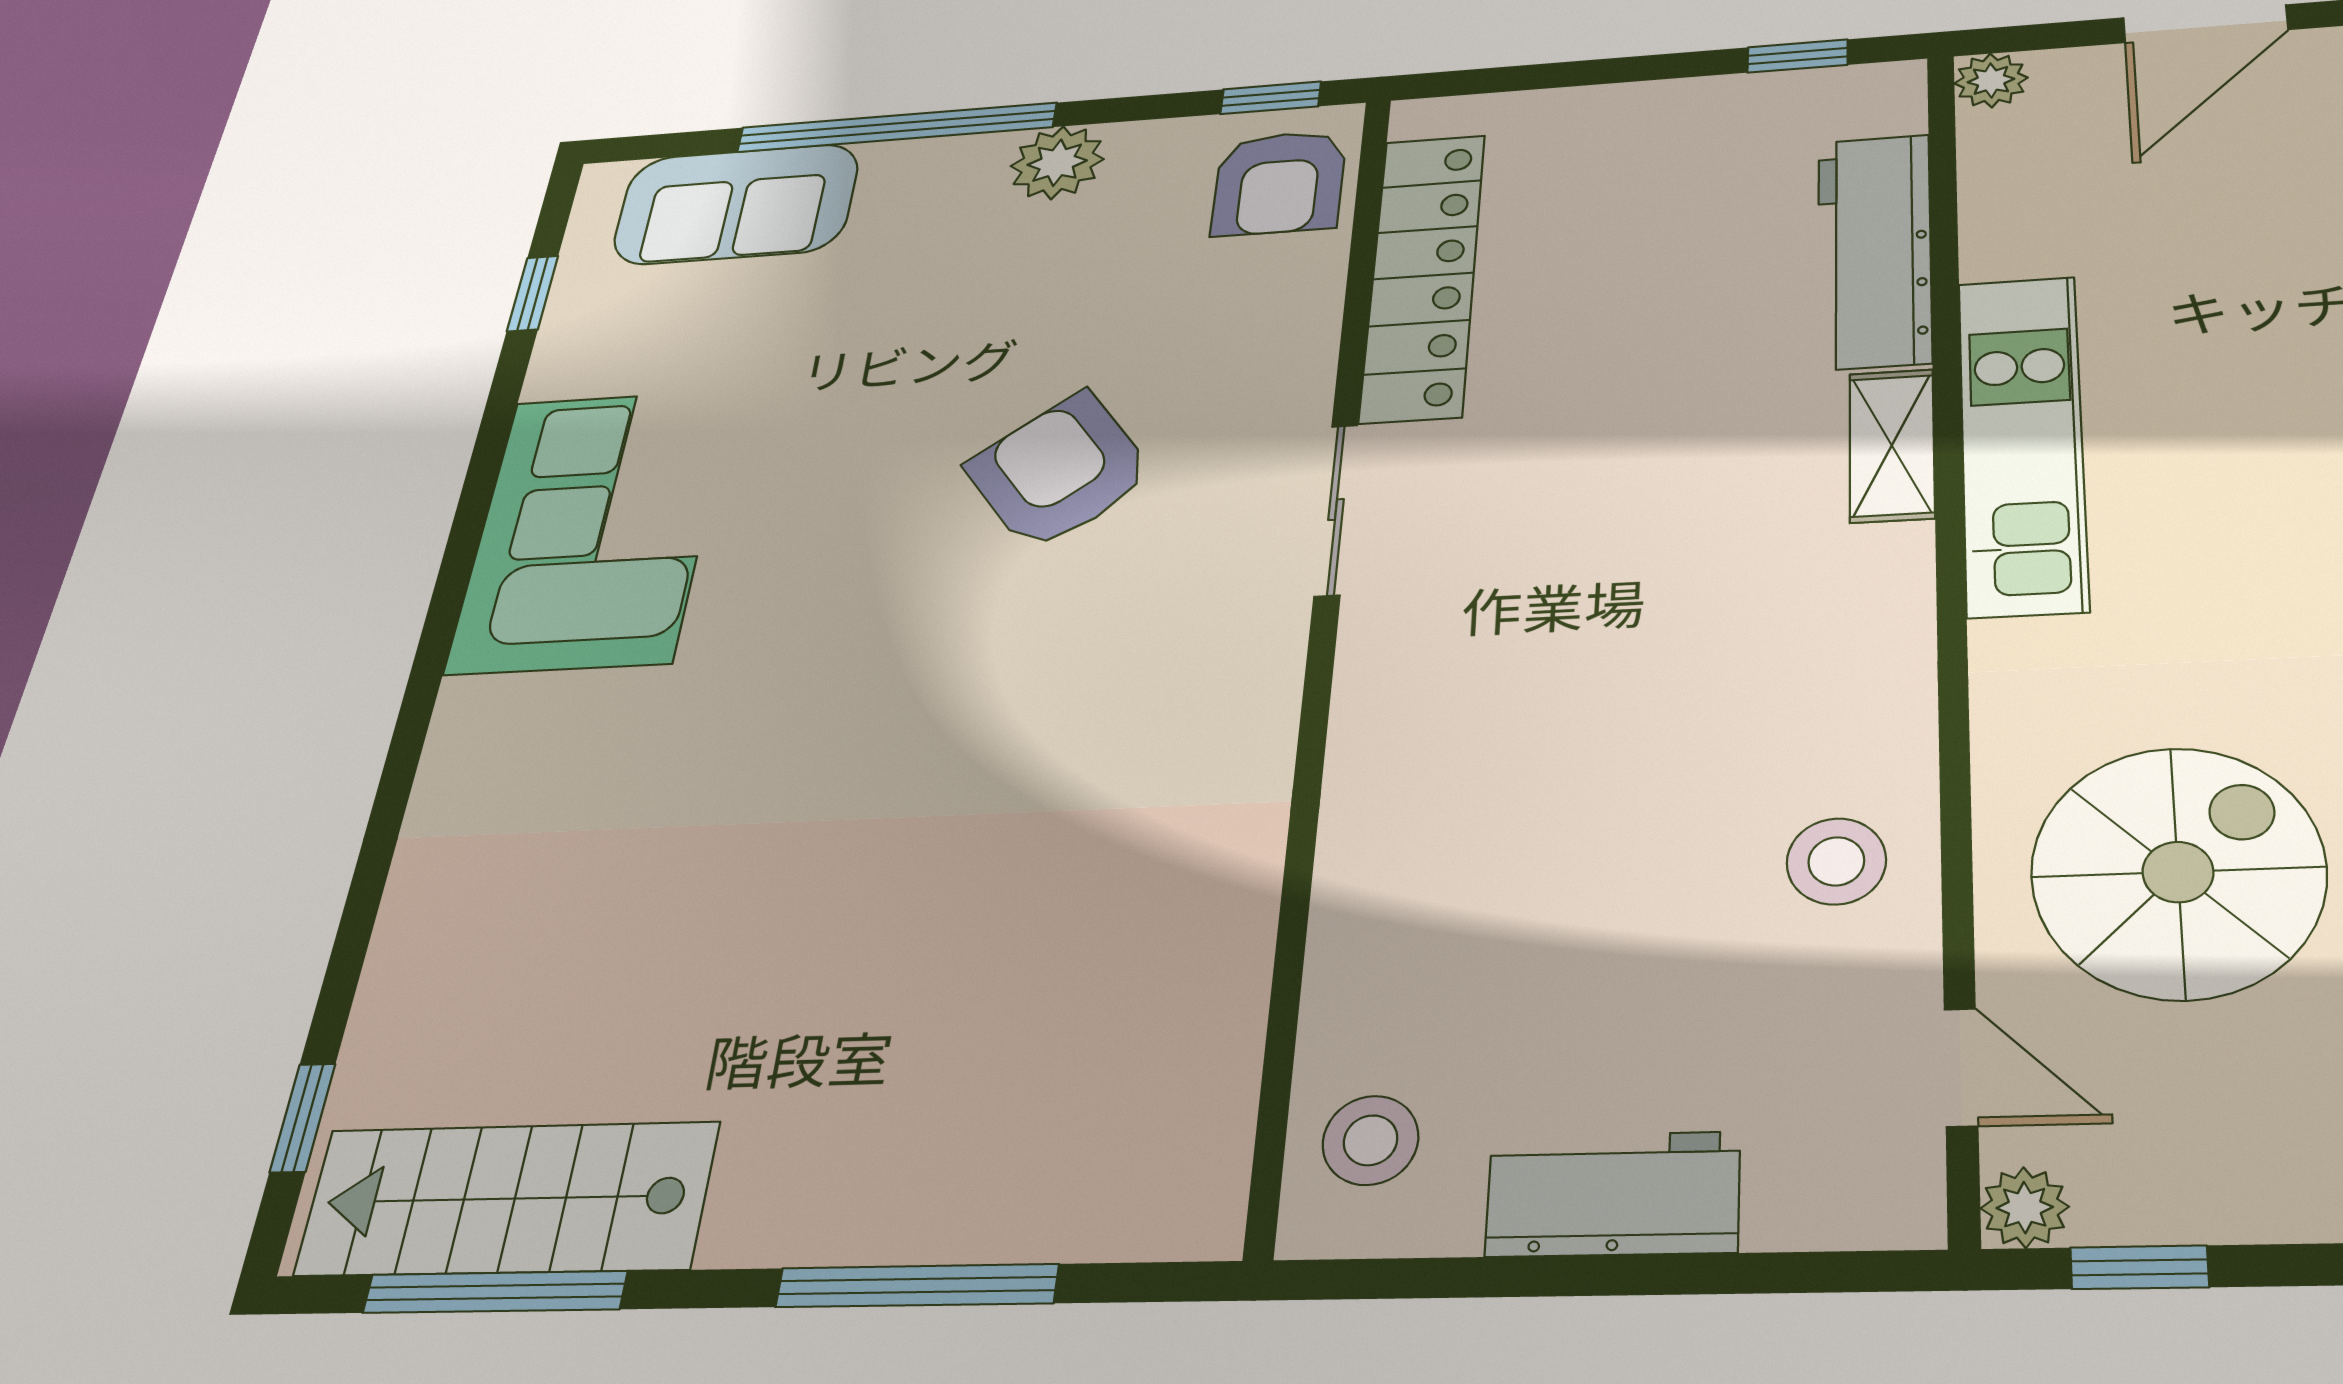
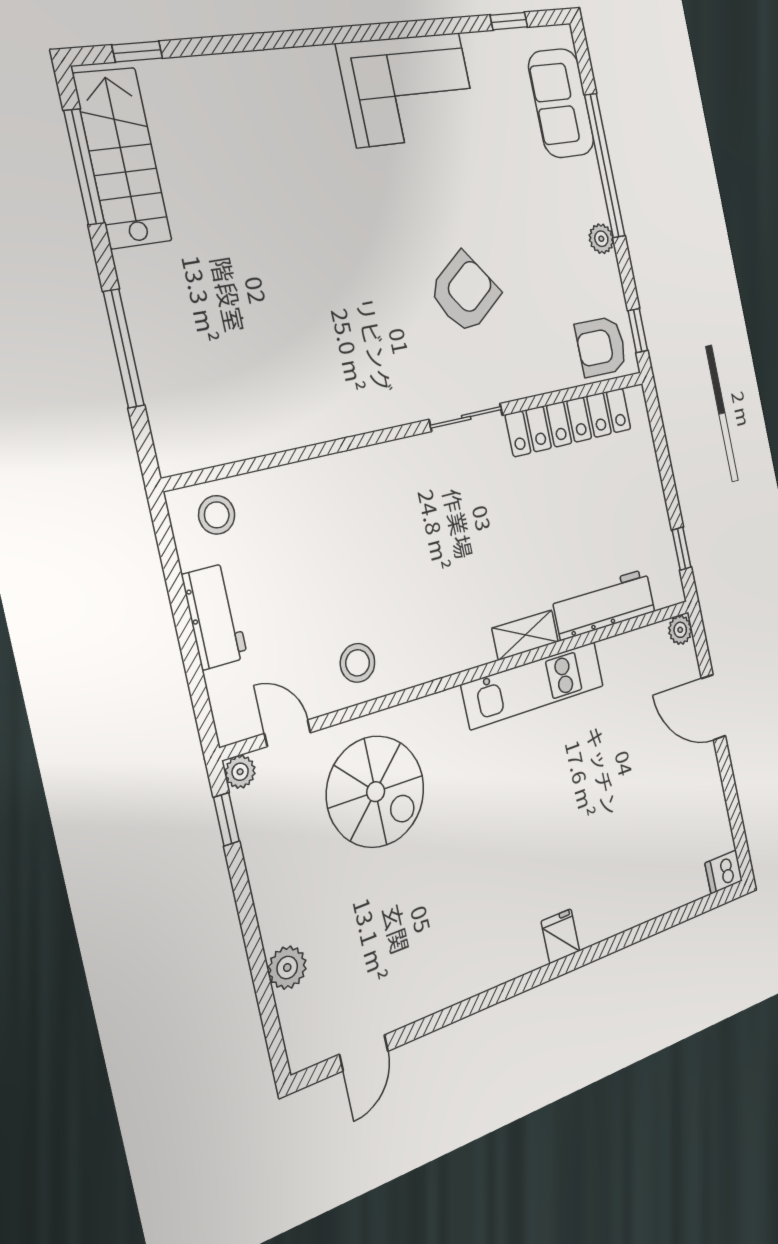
plant: (1057, 163) -> (601, 239), width x0.73, depth x0.73
door: (1961, 1067) -> (288, 733), swing flipped

